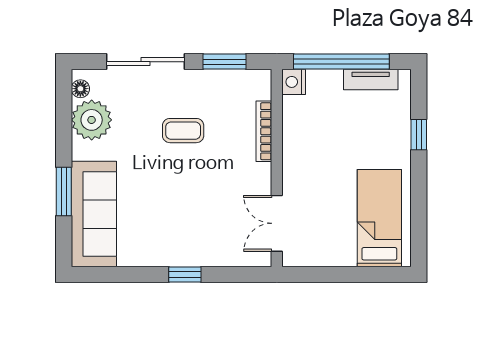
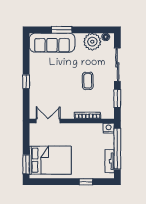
bed: (379, 218) -> (50, 160), width x1.50
window: (378, 275) -> (26, 164), added

